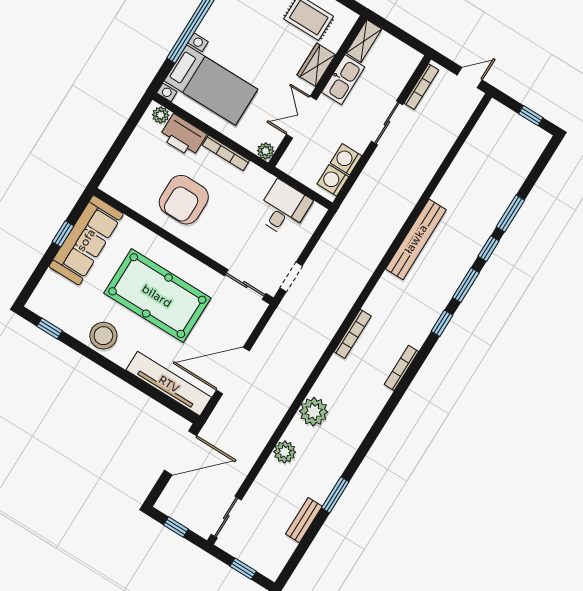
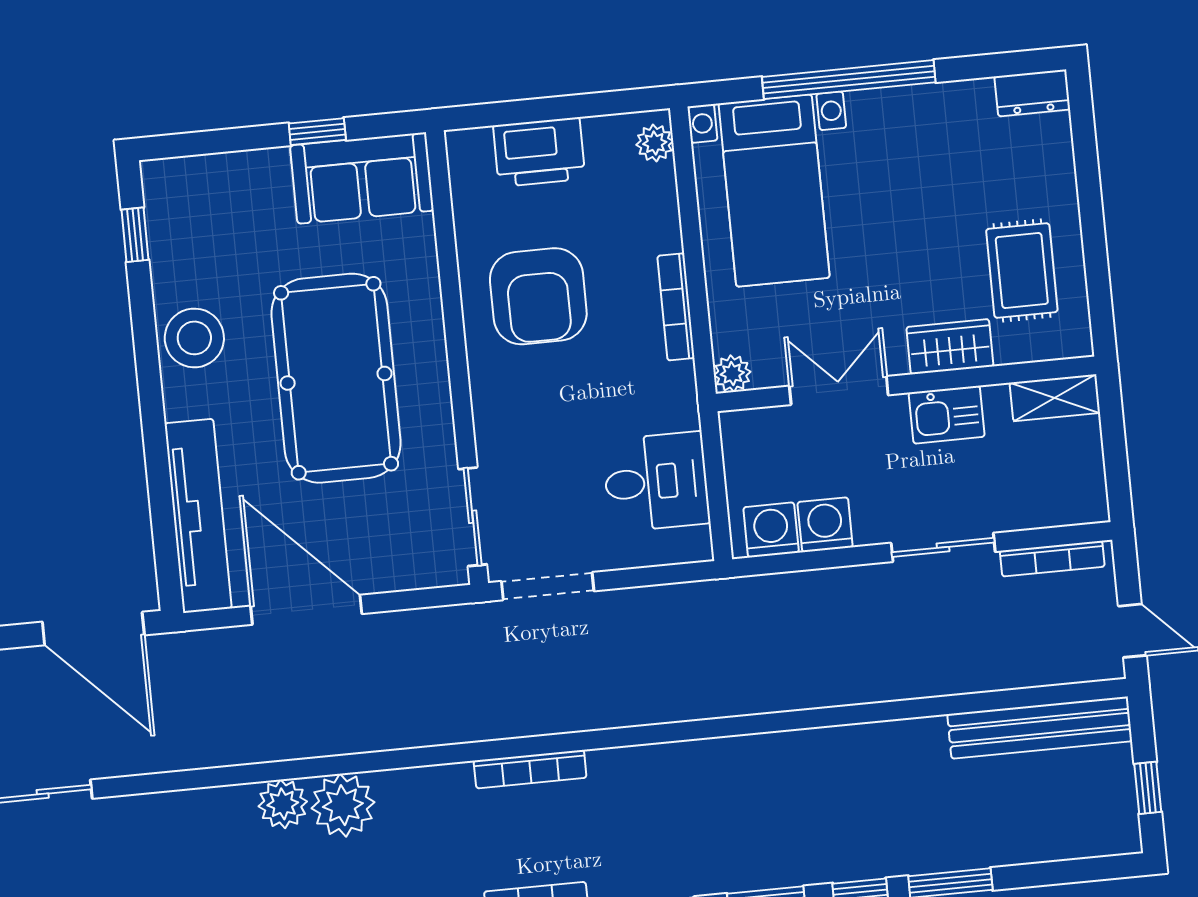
kitchen sink: (343, 80) -> (947, 415), width x0.73
printer: (183, 136) -> (539, 152), moved, turned -90
armchair: (184, 200) -> (538, 296), turned -90
bench: (416, 239) -> (1040, 728), moved
sofa: (86, 240) -> (362, 178), width x0.73
doorway: (291, 277) -> (548, 586), width x1.38
plant: (285, 452) -> (283, 804), moved

